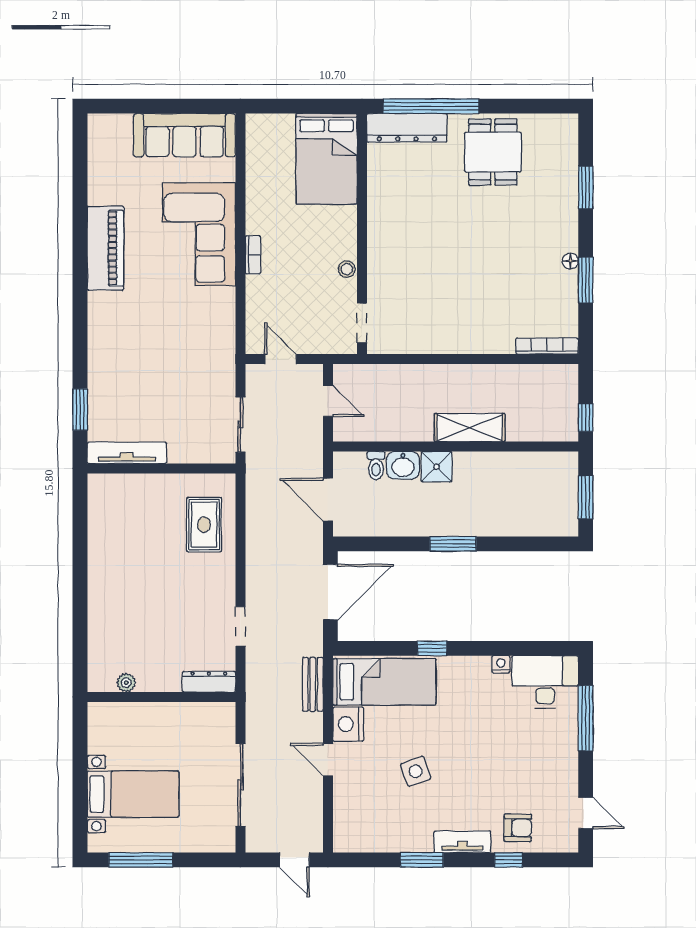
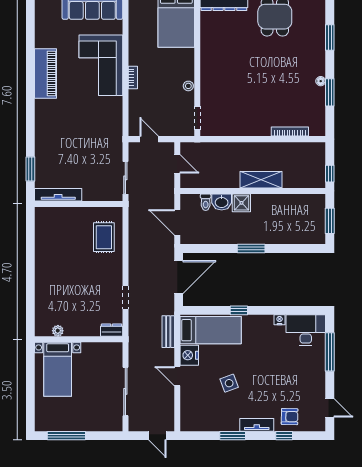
bookcase: (547, 346) -> (290, 132), moved
dresser: (209, 682) -> (112, 330), width x0.70
bed with nightstands: (133, 794) -> (58, 369), moved, turned 90

